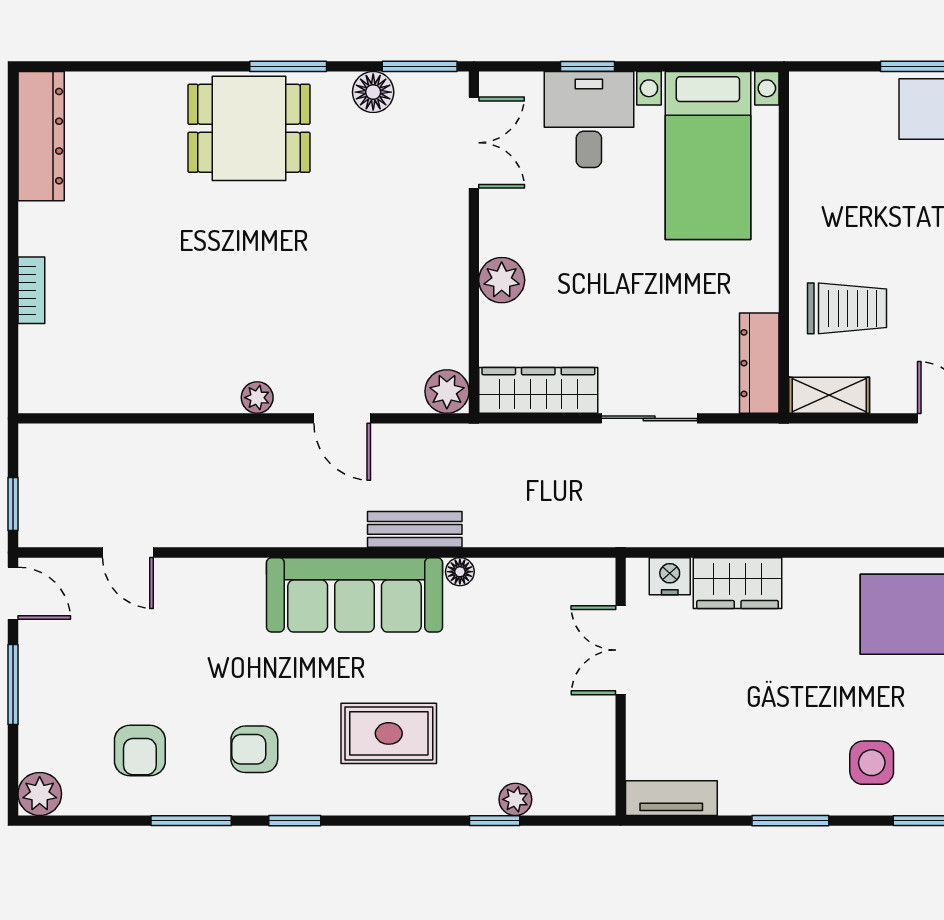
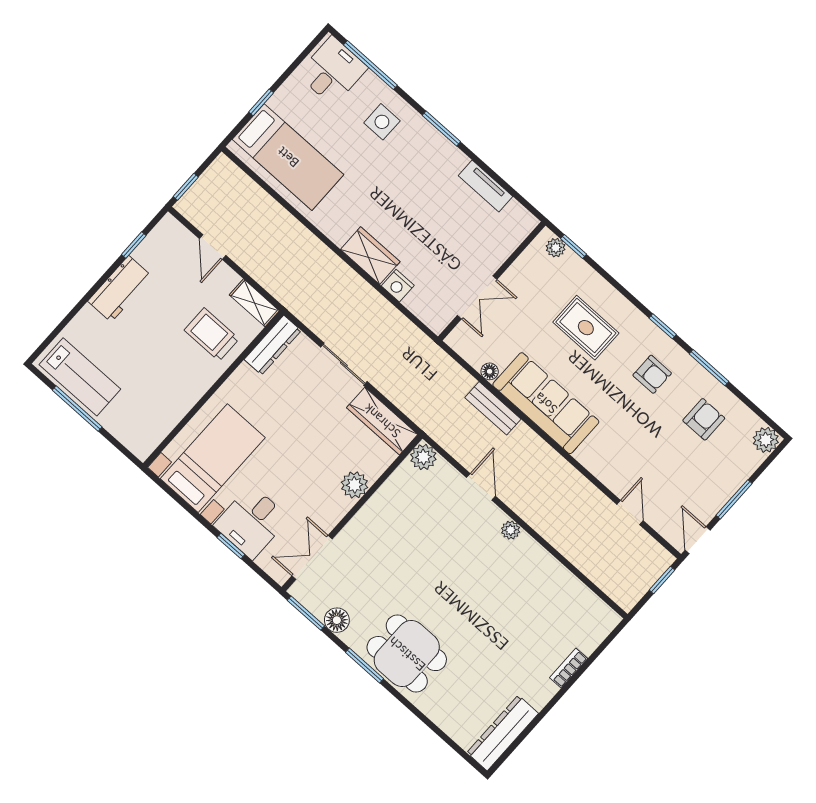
double door: (621, 650) -> (477, 297), moved
wall: (621, 687) -> (492, 281), moved

